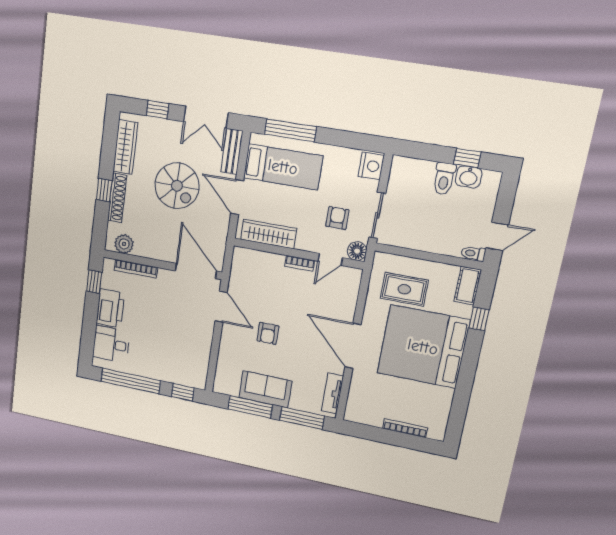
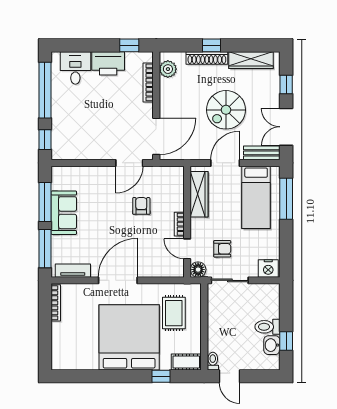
armchair: (268, 333) -> (141, 206), moved, turned 90
bookcase: (405, 428) -> (56, 303), moved

